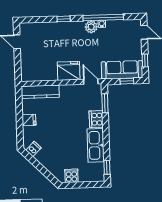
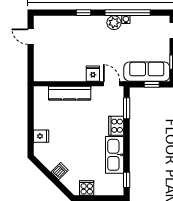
fridge: (69, 71) -> (93, 74), width x0.53, depth x0.75
kitchen counter: (40, 92) -> (70, 93), moved
fridge: (29, 120) -> (41, 136), moved
dishwasher: (33, 149) -> (60, 171), moved

